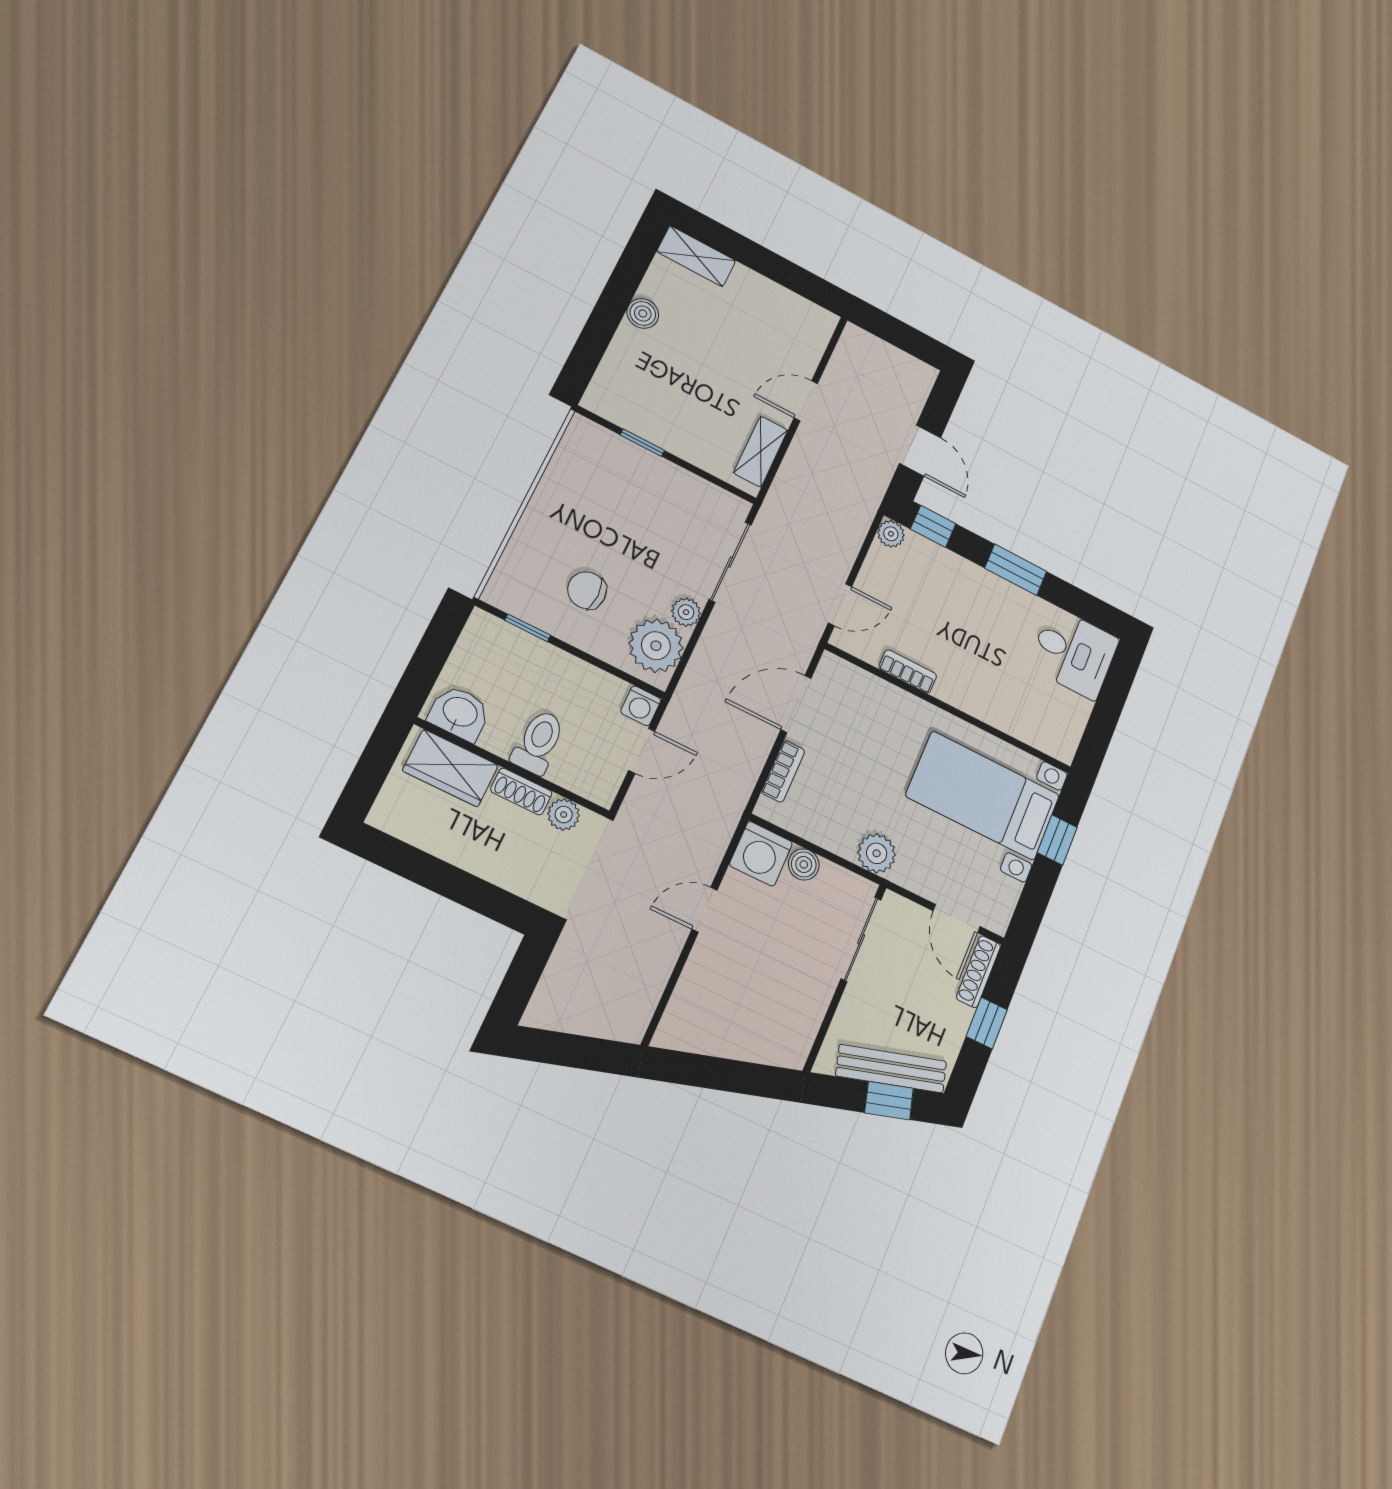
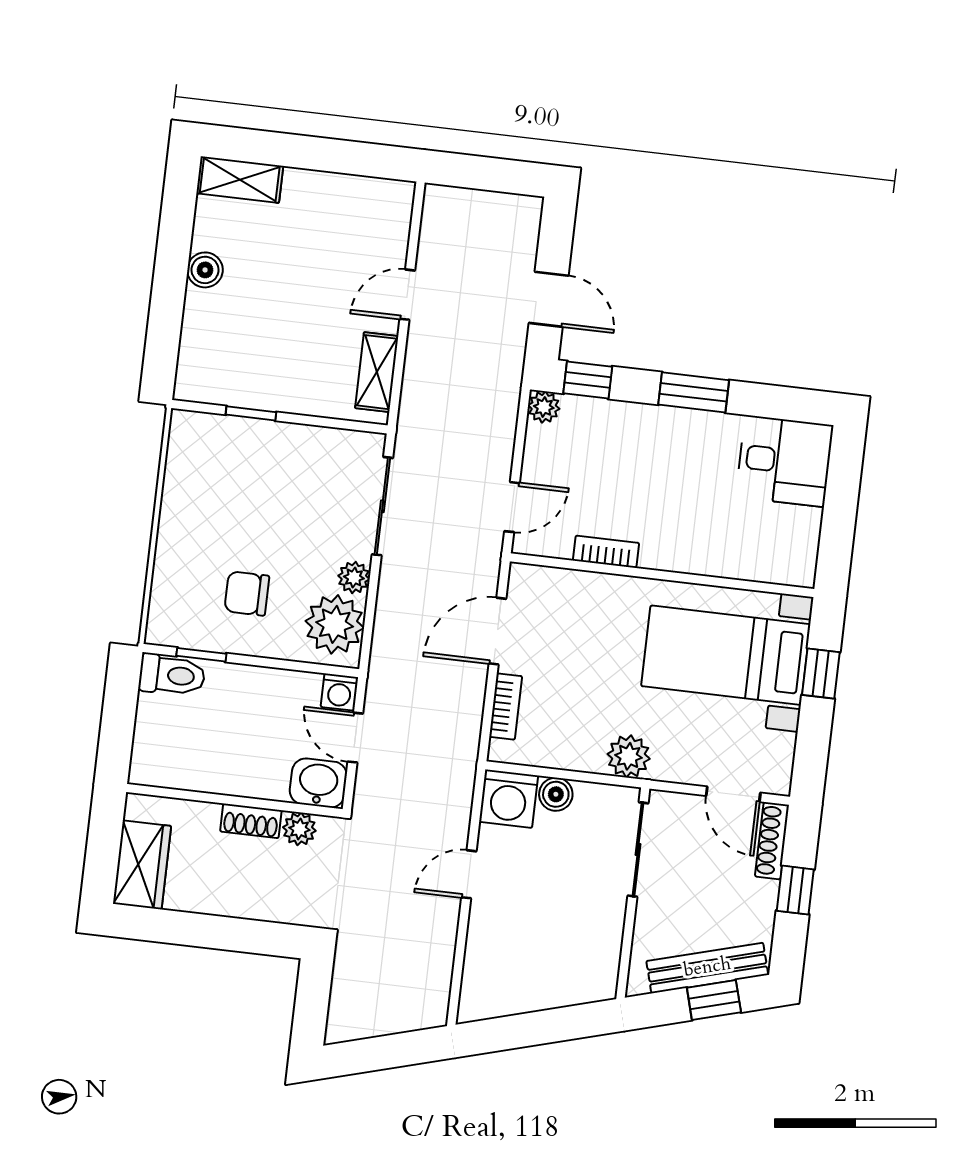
washbasin: (460, 713) -> (318, 783), moved
toilet: (538, 742) -> (172, 675), moved, turned 90
door: (642, 751) -> (355, 738), swing flipped
wardrobe: (450, 768) -> (142, 865), moved, turned -90

